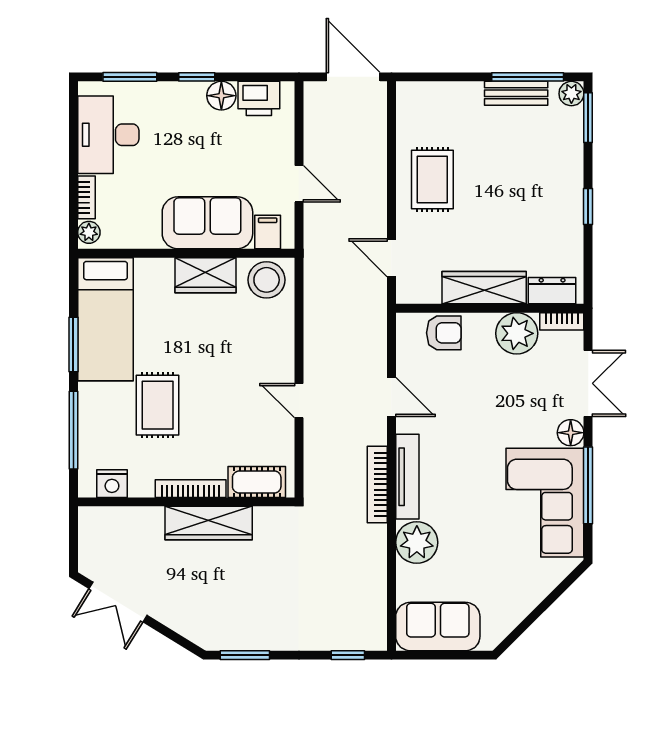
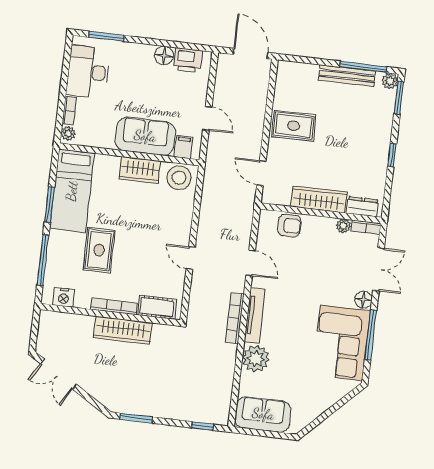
window: (197, 77) -> (150, 41), removed
bench: (516, 93) -> (347, 76), width x1.36
rug: (432, 179) -> (294, 126), turned 90
plant: (517, 333) -> (343, 226), width x0.53, depth x0.53

